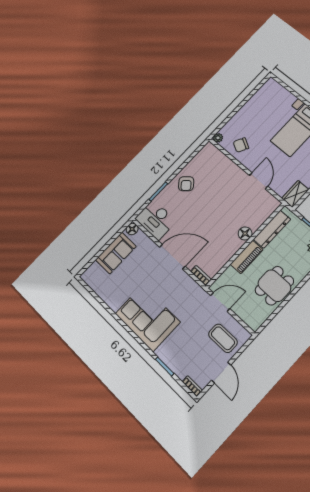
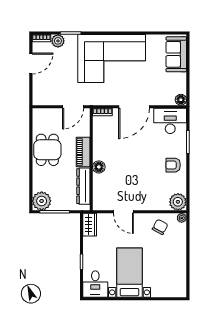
plant: (209, 153) -> (178, 202), added
armchair: (186, 184) -> (173, 165), turned -49
sofa: (116, 253) -> (176, 54), moved
corner sofa: (148, 318) -> (112, 59), width x1.36, depth x1.36
coffee table: (223, 338) -> (50, 86), removed
plant: (181, 370) -> (58, 41), added
door: (221, 373) -> (31, 63), swing flipped

